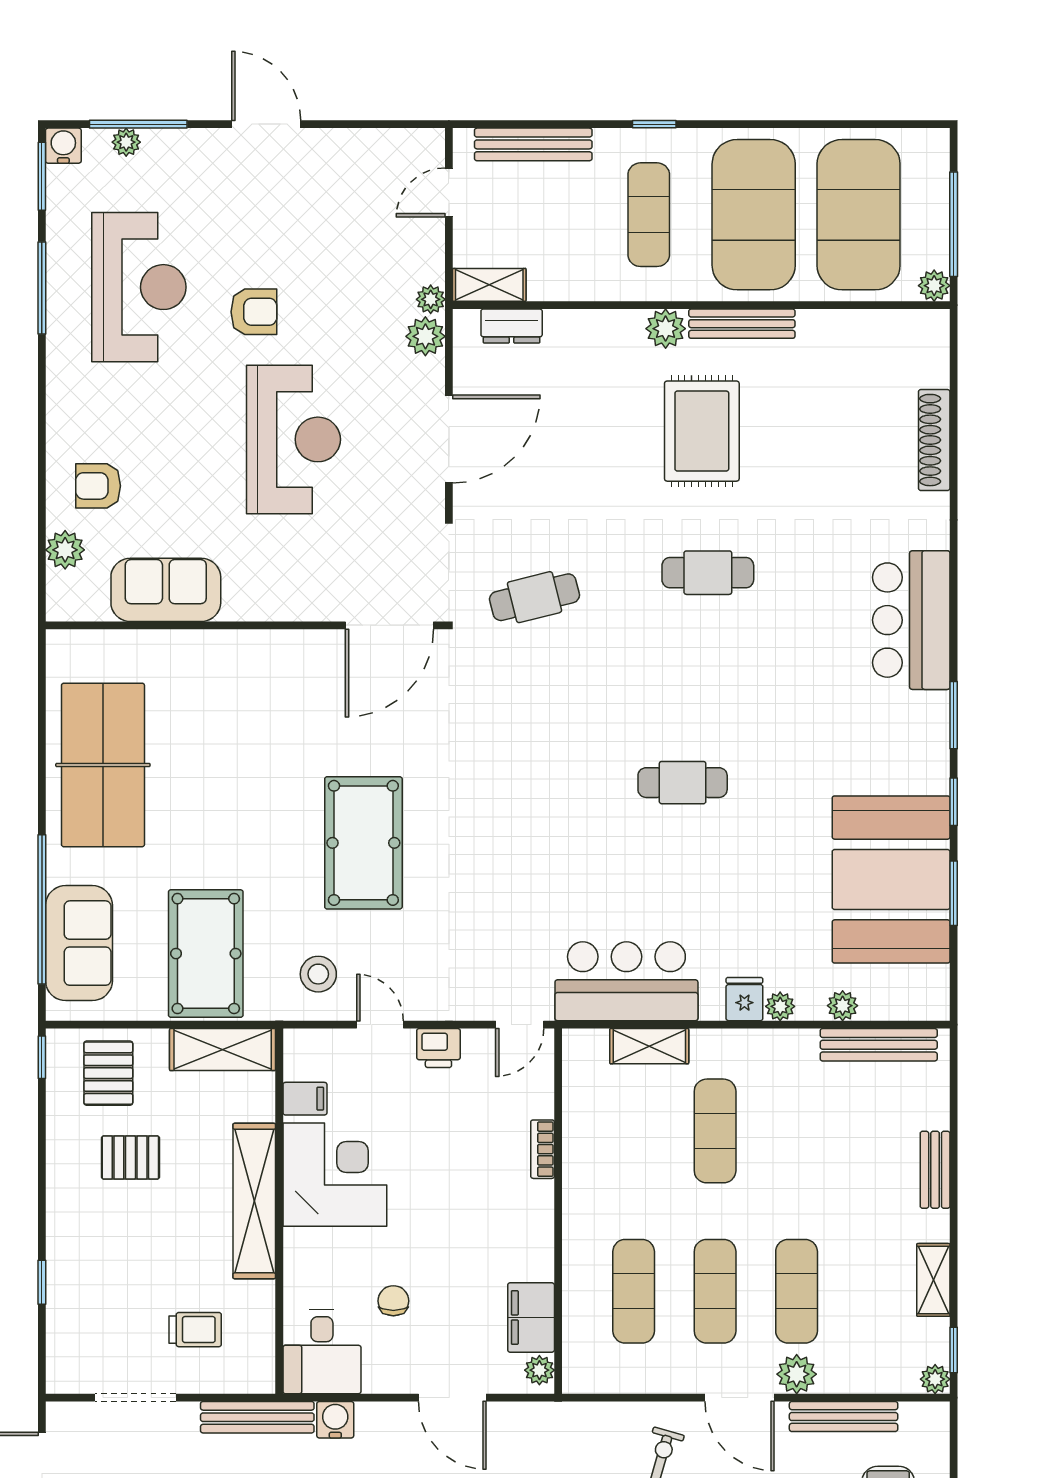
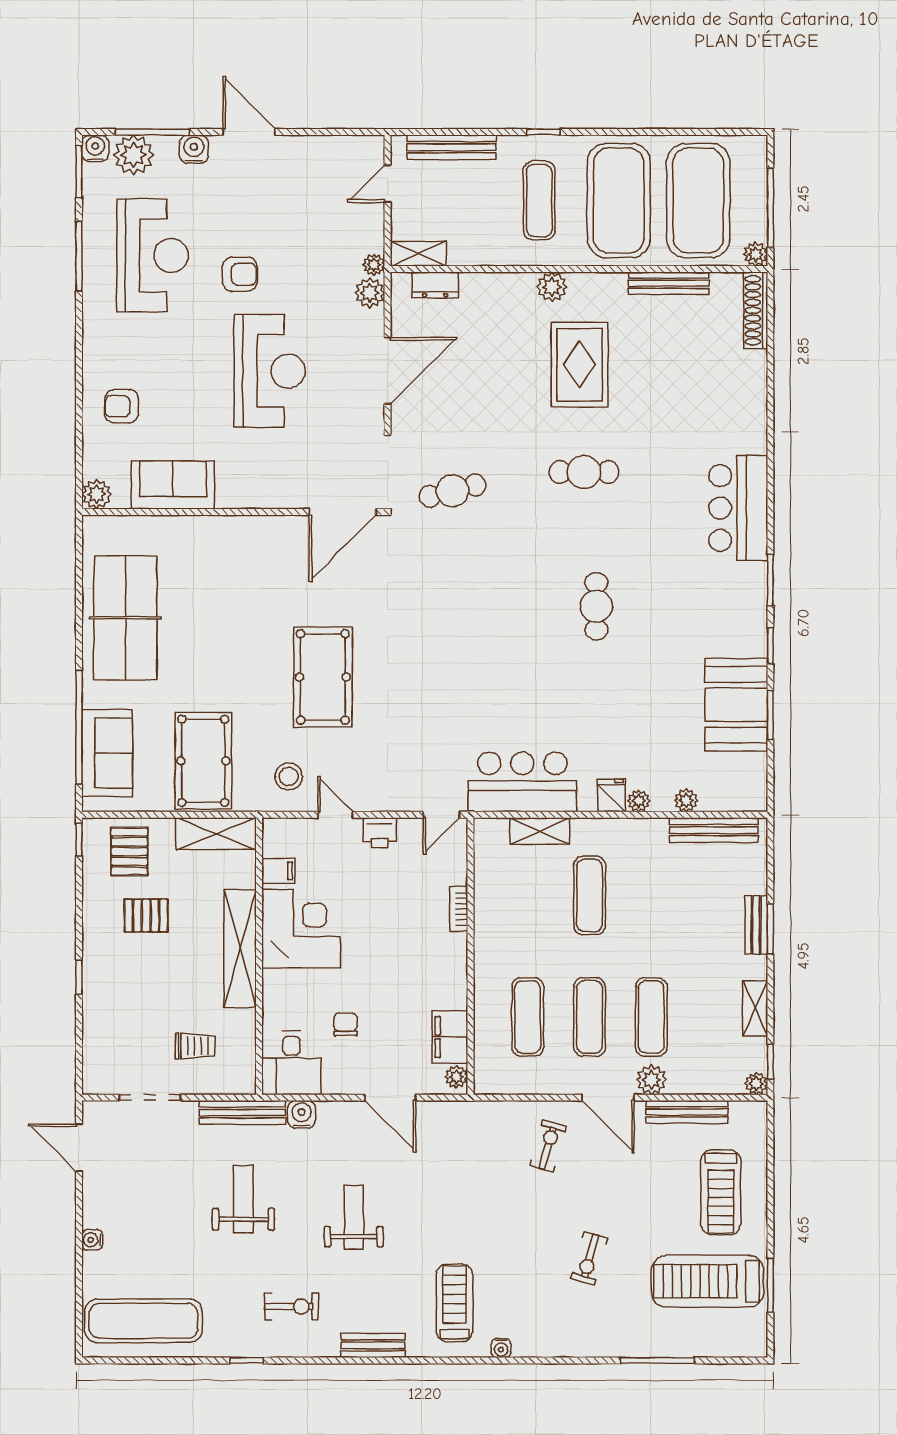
plant: (126, 142) -> (134, 155), width x1.88, depth x1.88
water cooler: (193, 147) -> (194, 149), added
bench: (742, 324) -> (669, 283), moved
shoe rack: (934, 440) -> (756, 310), moved
plant: (65, 550) -> (97, 494), moved
cafe table: (683, 783) -> (596, 606), moved, turned 90
booth: (891, 879) -> (736, 705), width x0.73, depth x0.70
window: (954, 1175) -> (770, 929), added
window: (42, 1282) -> (79, 977), moved

